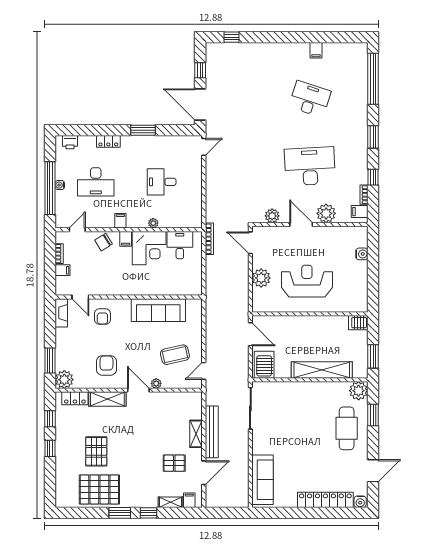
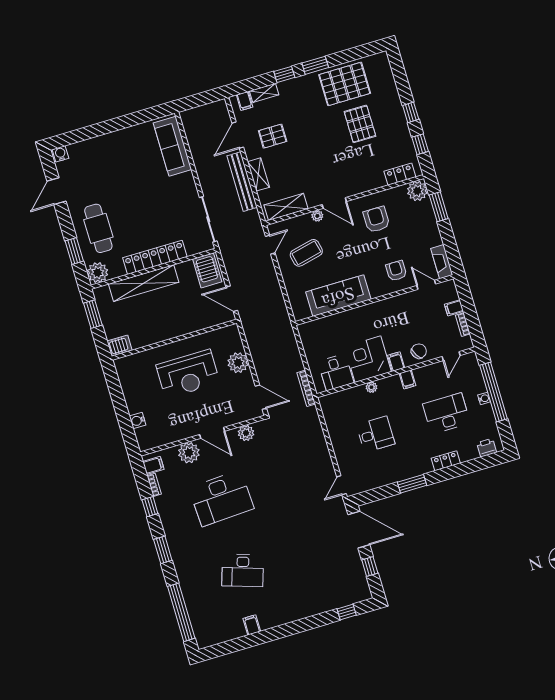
armchair: (106, 365) -> (376, 219), turned 180
shelving: (107, 399) -> (286, 207), moved
locker: (325, 500) -> (155, 257), moved, turned 180

